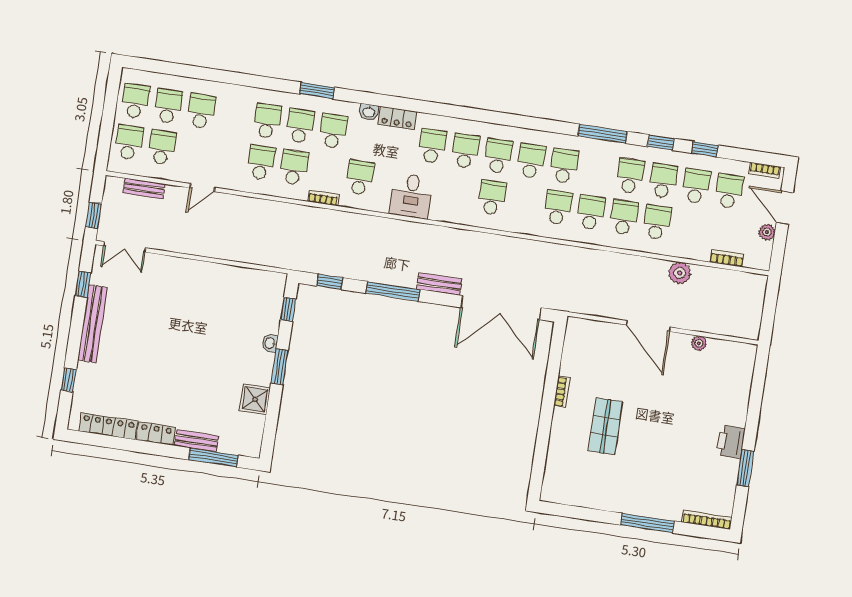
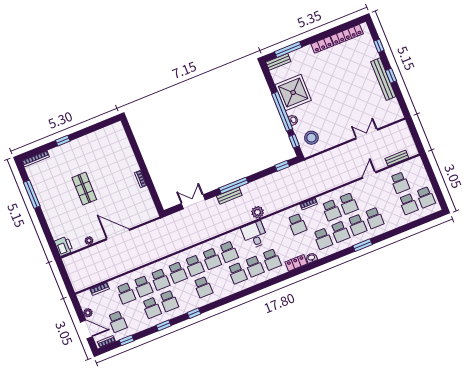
window: (317, 91) -> (363, 245), moved
school desk: (201, 111) -> (374, 218), moved
window: (602, 134) -> (194, 313), width x0.46
school desk: (129, 142) -> (417, 176), removed
window: (705, 149) -> (127, 340), moved
school desk: (531, 161) -> (212, 259), moved
school desk: (696, 186) -> (126, 293), moved
desk: (411, 196) -> (255, 235), moved
window: (93, 215) -> (413, 131), removed
double door: (125, 247) -> (367, 134), moved
plant: (680, 273) -> (258, 212), moved
window: (83, 284) -> (391, 76), moved
window: (393, 291) -> (234, 186), moved
stool: (258, 299) -> (311, 138), added
double door: (501, 308) -> (193, 202), width x0.54
window: (280, 367) -> (282, 111), width x2.11
shower: (255, 399) -> (293, 92), width x1.86, depth x1.86
shop shelf: (605, 426) -> (84, 189), moved
bench: (196, 441) -> (278, 62), moved
printer: (731, 442) -> (64, 246), moved
window: (745, 468) -> (32, 194), width x1.44
window: (648, 523) -> (63, 141), width x0.46

